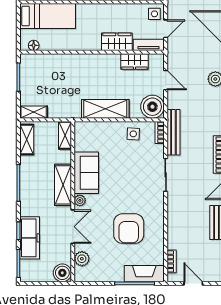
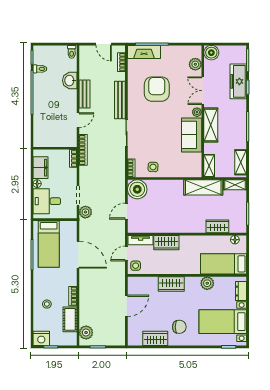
wardrobe: (134, 62) -> (217, 226), moved
door: (166, 80) -> (126, 211), hinge flipped
shelving: (105, 109) -> (203, 187), moved
bench: (173, 132) -> (120, 100), moved

